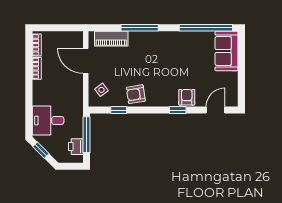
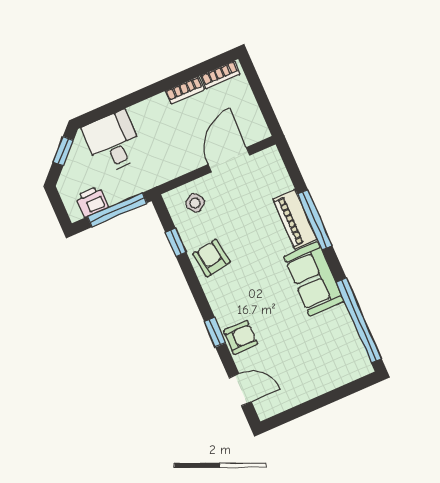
piano: (111, 39) -> (295, 219), moved
sofa: (227, 51) -> (314, 279), moved, turned -90

